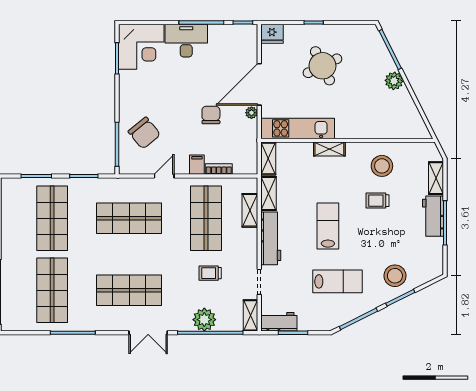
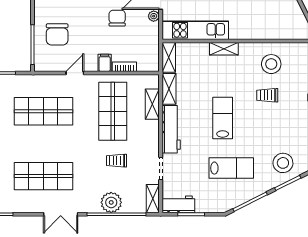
chair: (144, 133) -> (57, 34), turned 39

